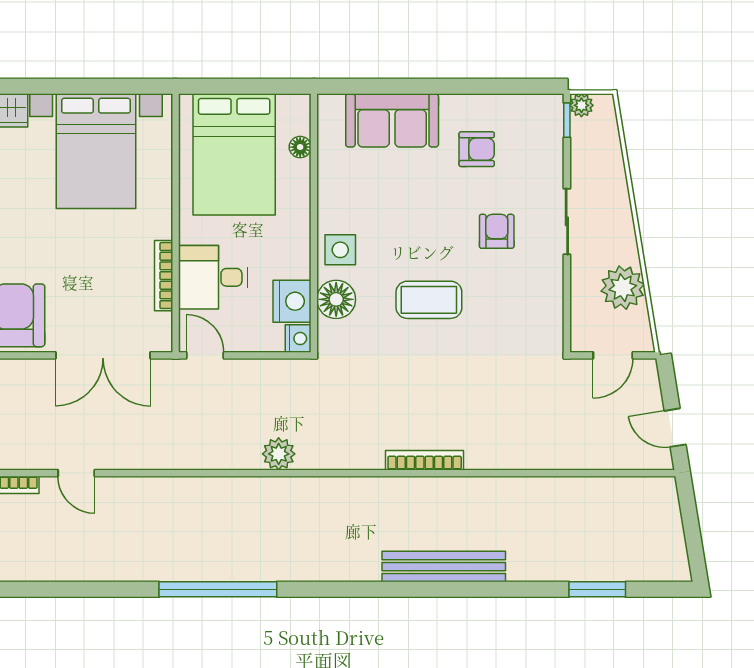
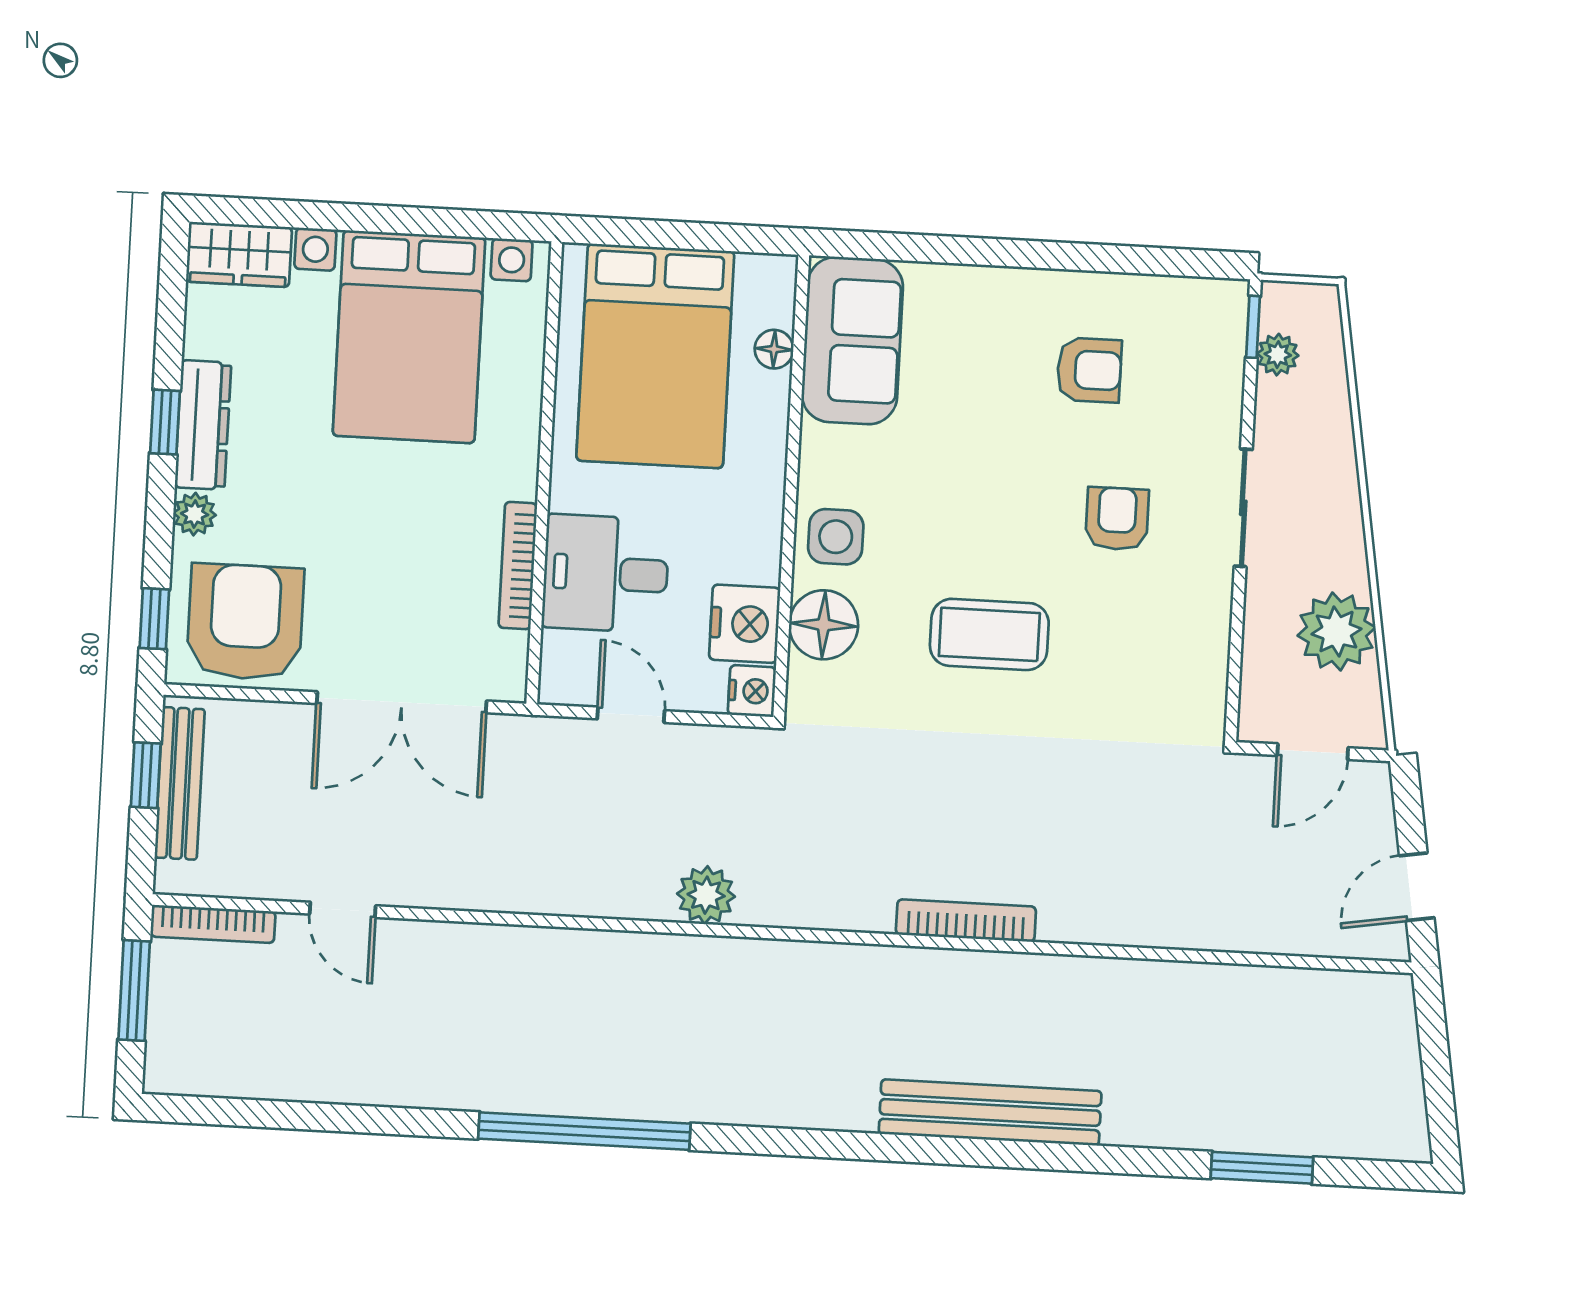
plant: (581, 105) -> (1278, 355), moved
sofa: (392, 120) -> (852, 341), moved, turned -90
door: (205, 355) -> (631, 715), moved
door: (675, 428) -> (1417, 887), hinge flipped

